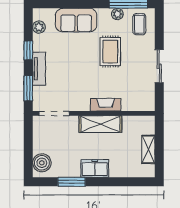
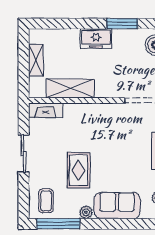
plant: (117, 14) -> (86, 212), moved
fireplace: (106, 105) -> (45, 110), moved
shelving: (100, 124) -> (70, 88), moved

